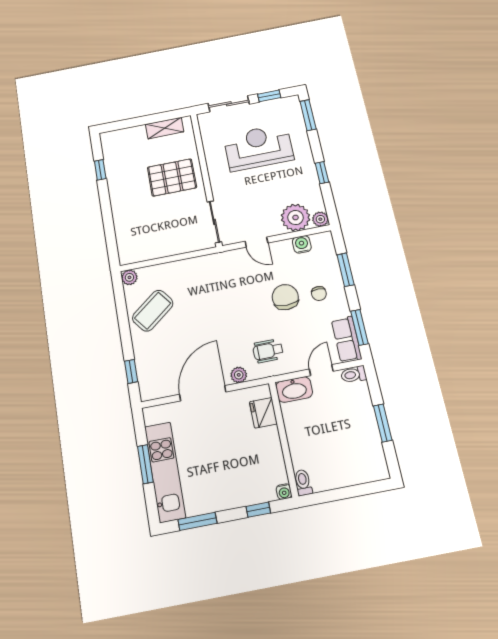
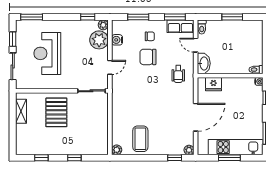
window: (322, 173) -> (88, 17), moved
window: (107, 217) -> (74, 158), added
coffee table: (153, 311) -> (140, 139), turned 38
plant: (239, 375) -> (189, 150), moved
door: (203, 393) -> (196, 117), swing flipped

